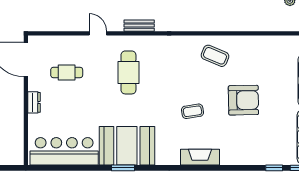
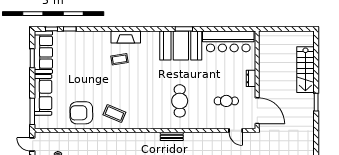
door: (98, 33) -> (236, 130), moved
armchair: (243, 100) -> (81, 113), moved
coffee table: (192, 111) -> (119, 59), moved

